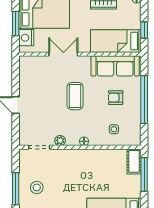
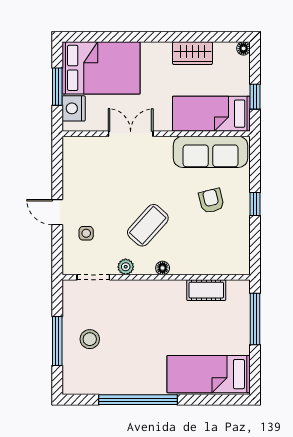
coffee table: (75, 96) -> (148, 225), moved, turned 42
armchair: (116, 98) -> (211, 201), turned 76
window: (144, 100) -> (255, 204), width x0.32
side table: (114, 129) -> (86, 233), moved
cot: (134, 161) -> (206, 290), moved, turned 90

